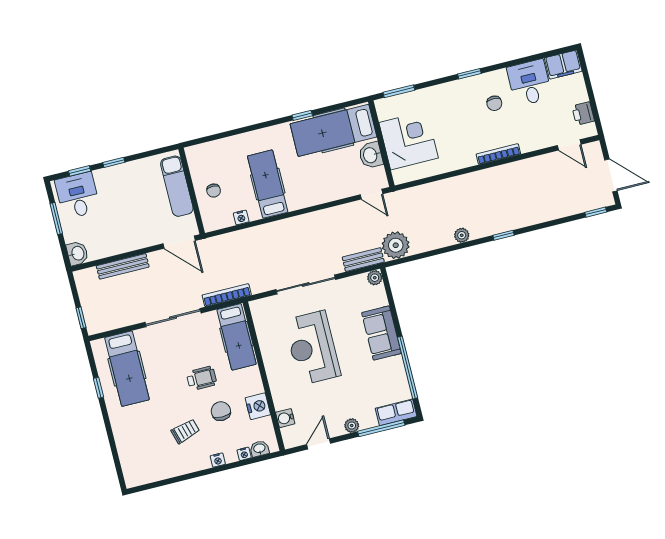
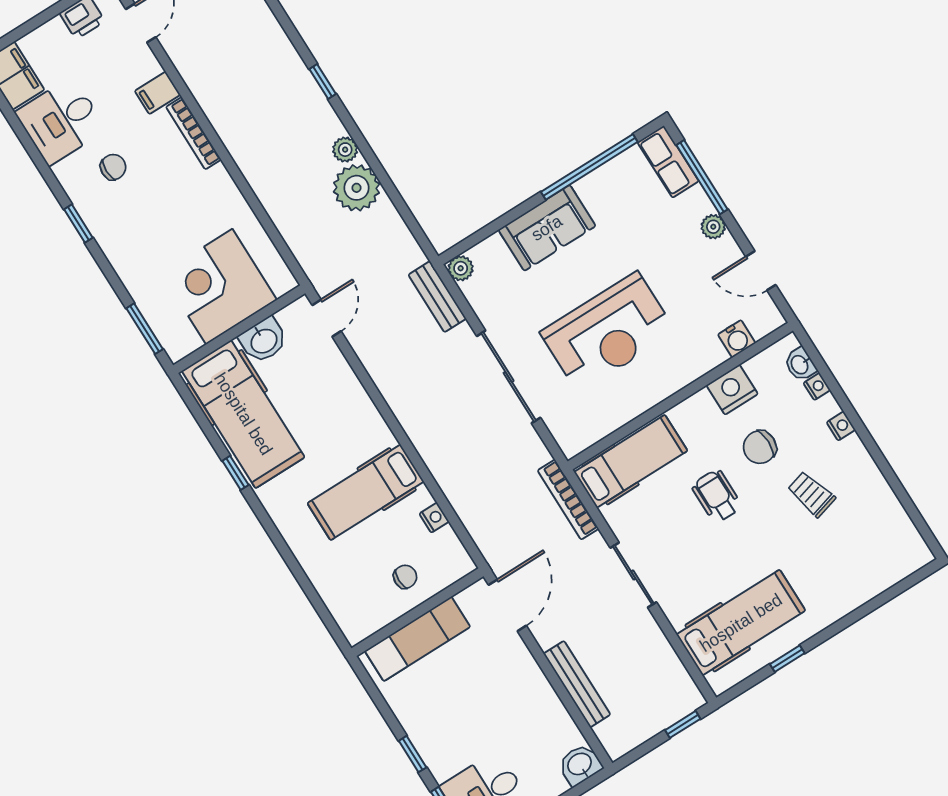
filing cabinet: (527, 141) -> (157, 93), added
plant: (396, 245) -> (356, 188), moved
sliding door: (173, 318) -> (633, 575), width x0.73

